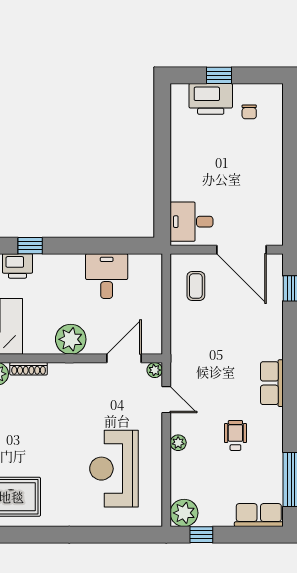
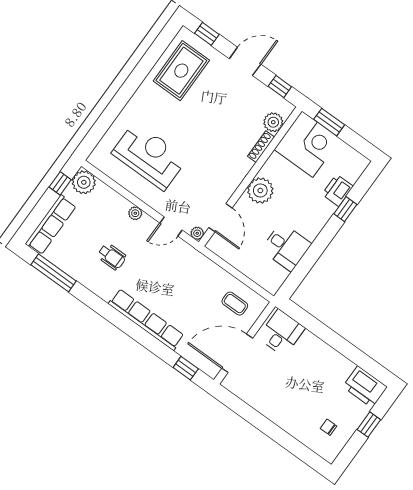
printer: (211, 99) -> (365, 387), moved, turned -90
row of seats: (272, 383) -> (146, 320), width x2.02
row of seats: (259, 515) -> (51, 225), width x1.48

